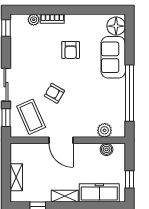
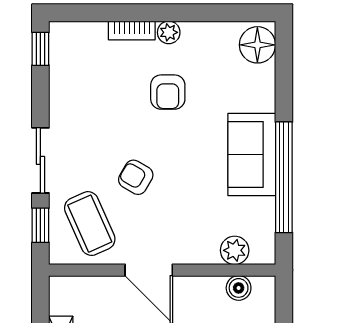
plant: (34, 20) -> (169, 32), moved
sofa: (113, 57) -> (252, 155), moved

